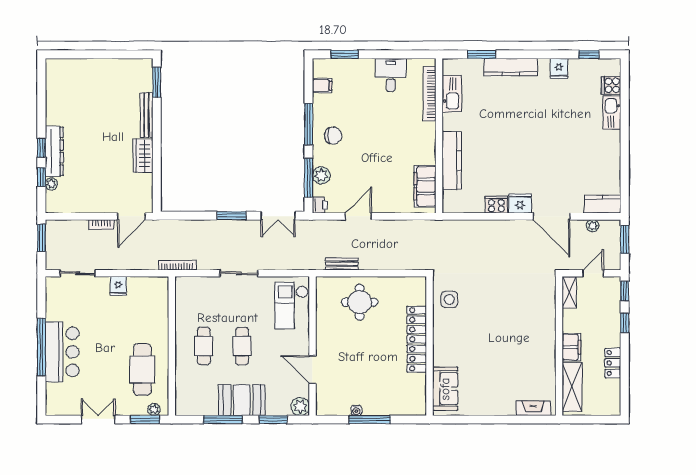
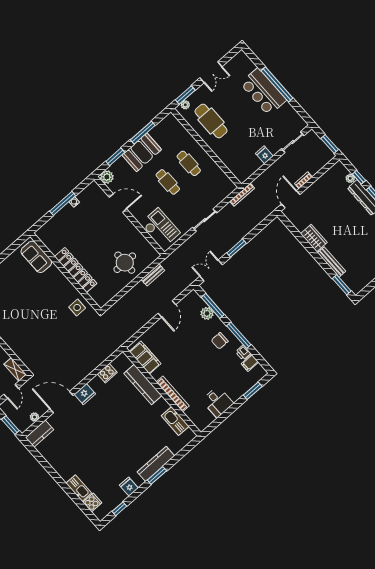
window: (482, 54) -> (157, 475), moved
bookcase: (430, 94) -> (173, 394), moved
printer: (320, 205) -> (243, 353), moved
cooker: (496, 205) -> (107, 373), moved

